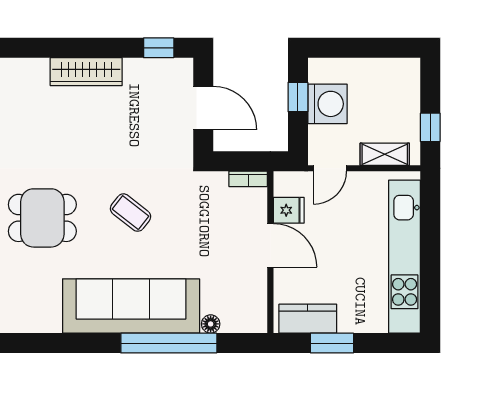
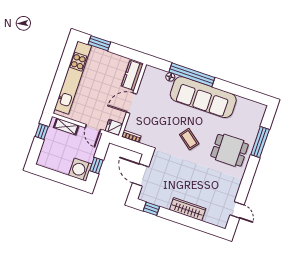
washing machine: (328, 104) -> (80, 170), moved
door: (330, 168) -> (93, 129), swing flipped
fridge: (289, 210) -> (114, 127), moved
door: (270, 245) -> (131, 103), hinge flipped
kitchen counter: (308, 319) -> (132, 75), moved, turned 90
window: (332, 343) -> (99, 43), moved

